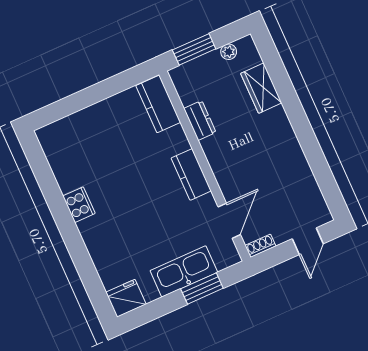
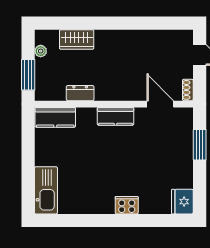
cooker: (79, 205) -> (127, 205), moved
kitchen sink: (184, 271) -> (46, 190), moved, turned 180

